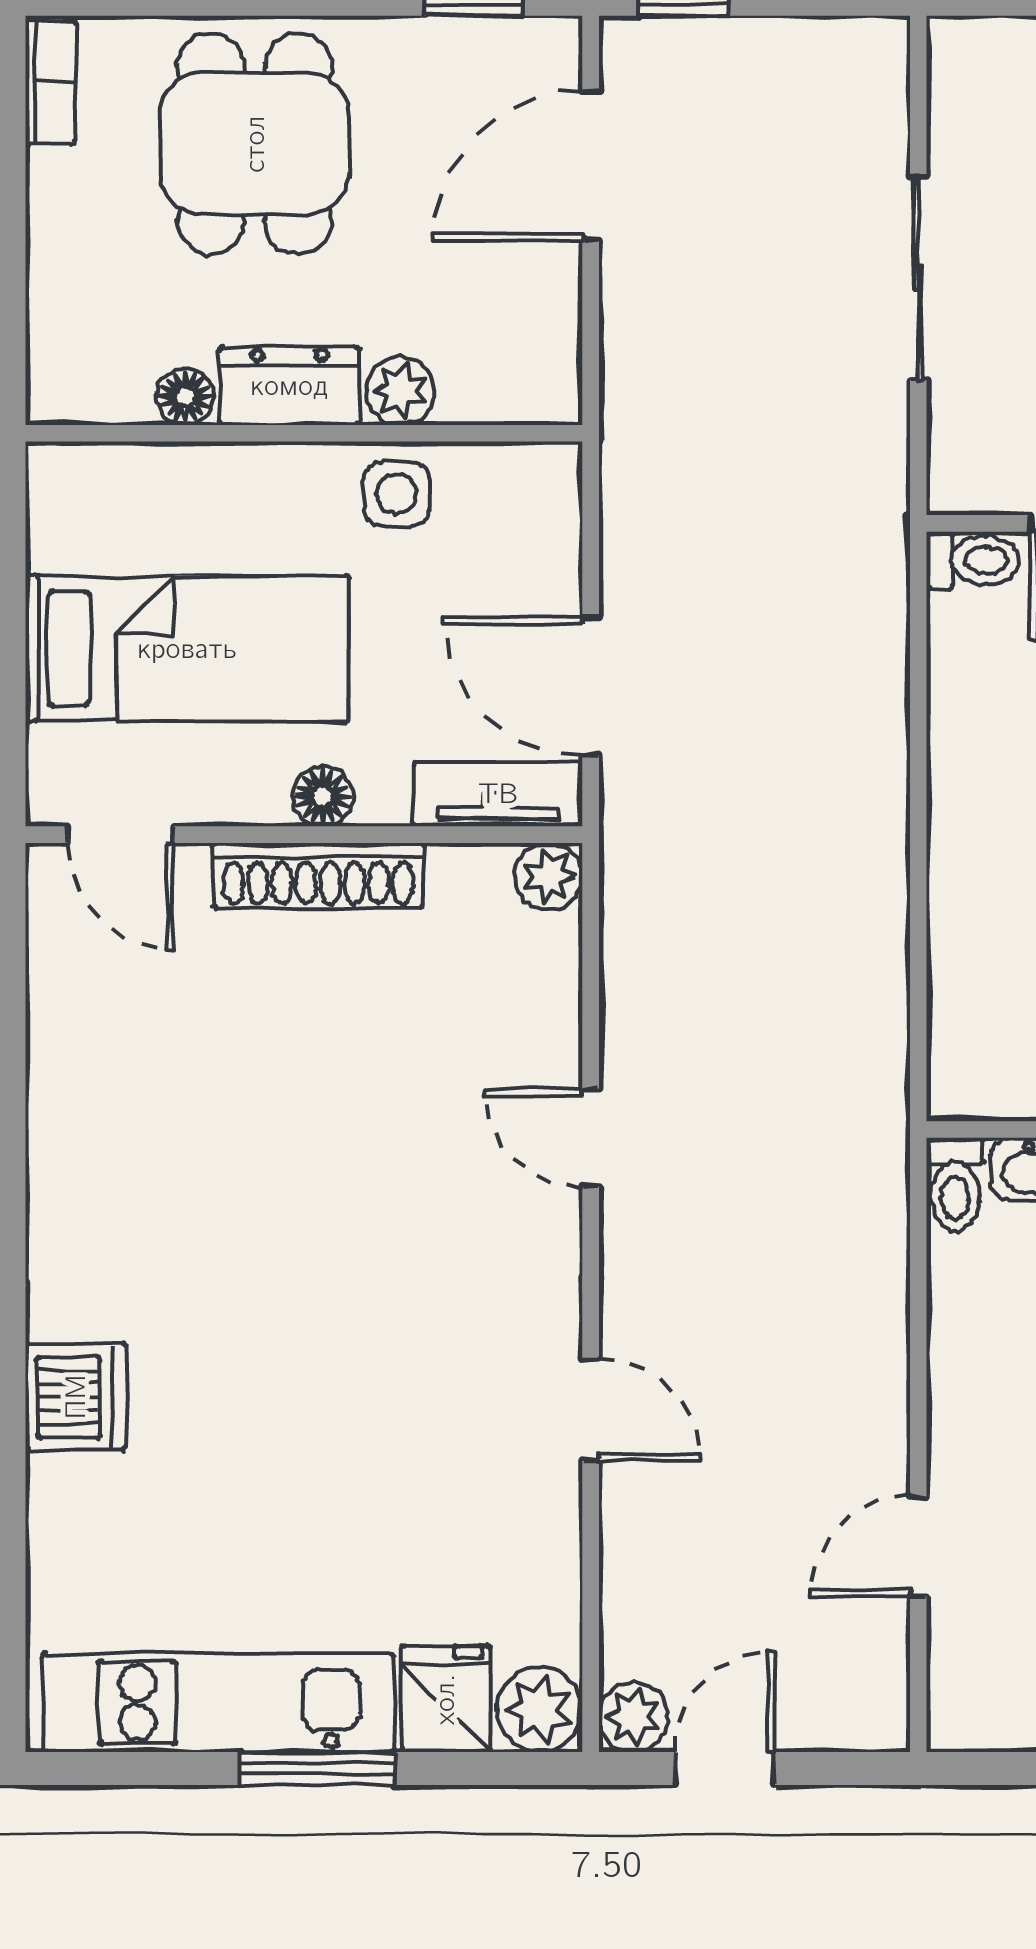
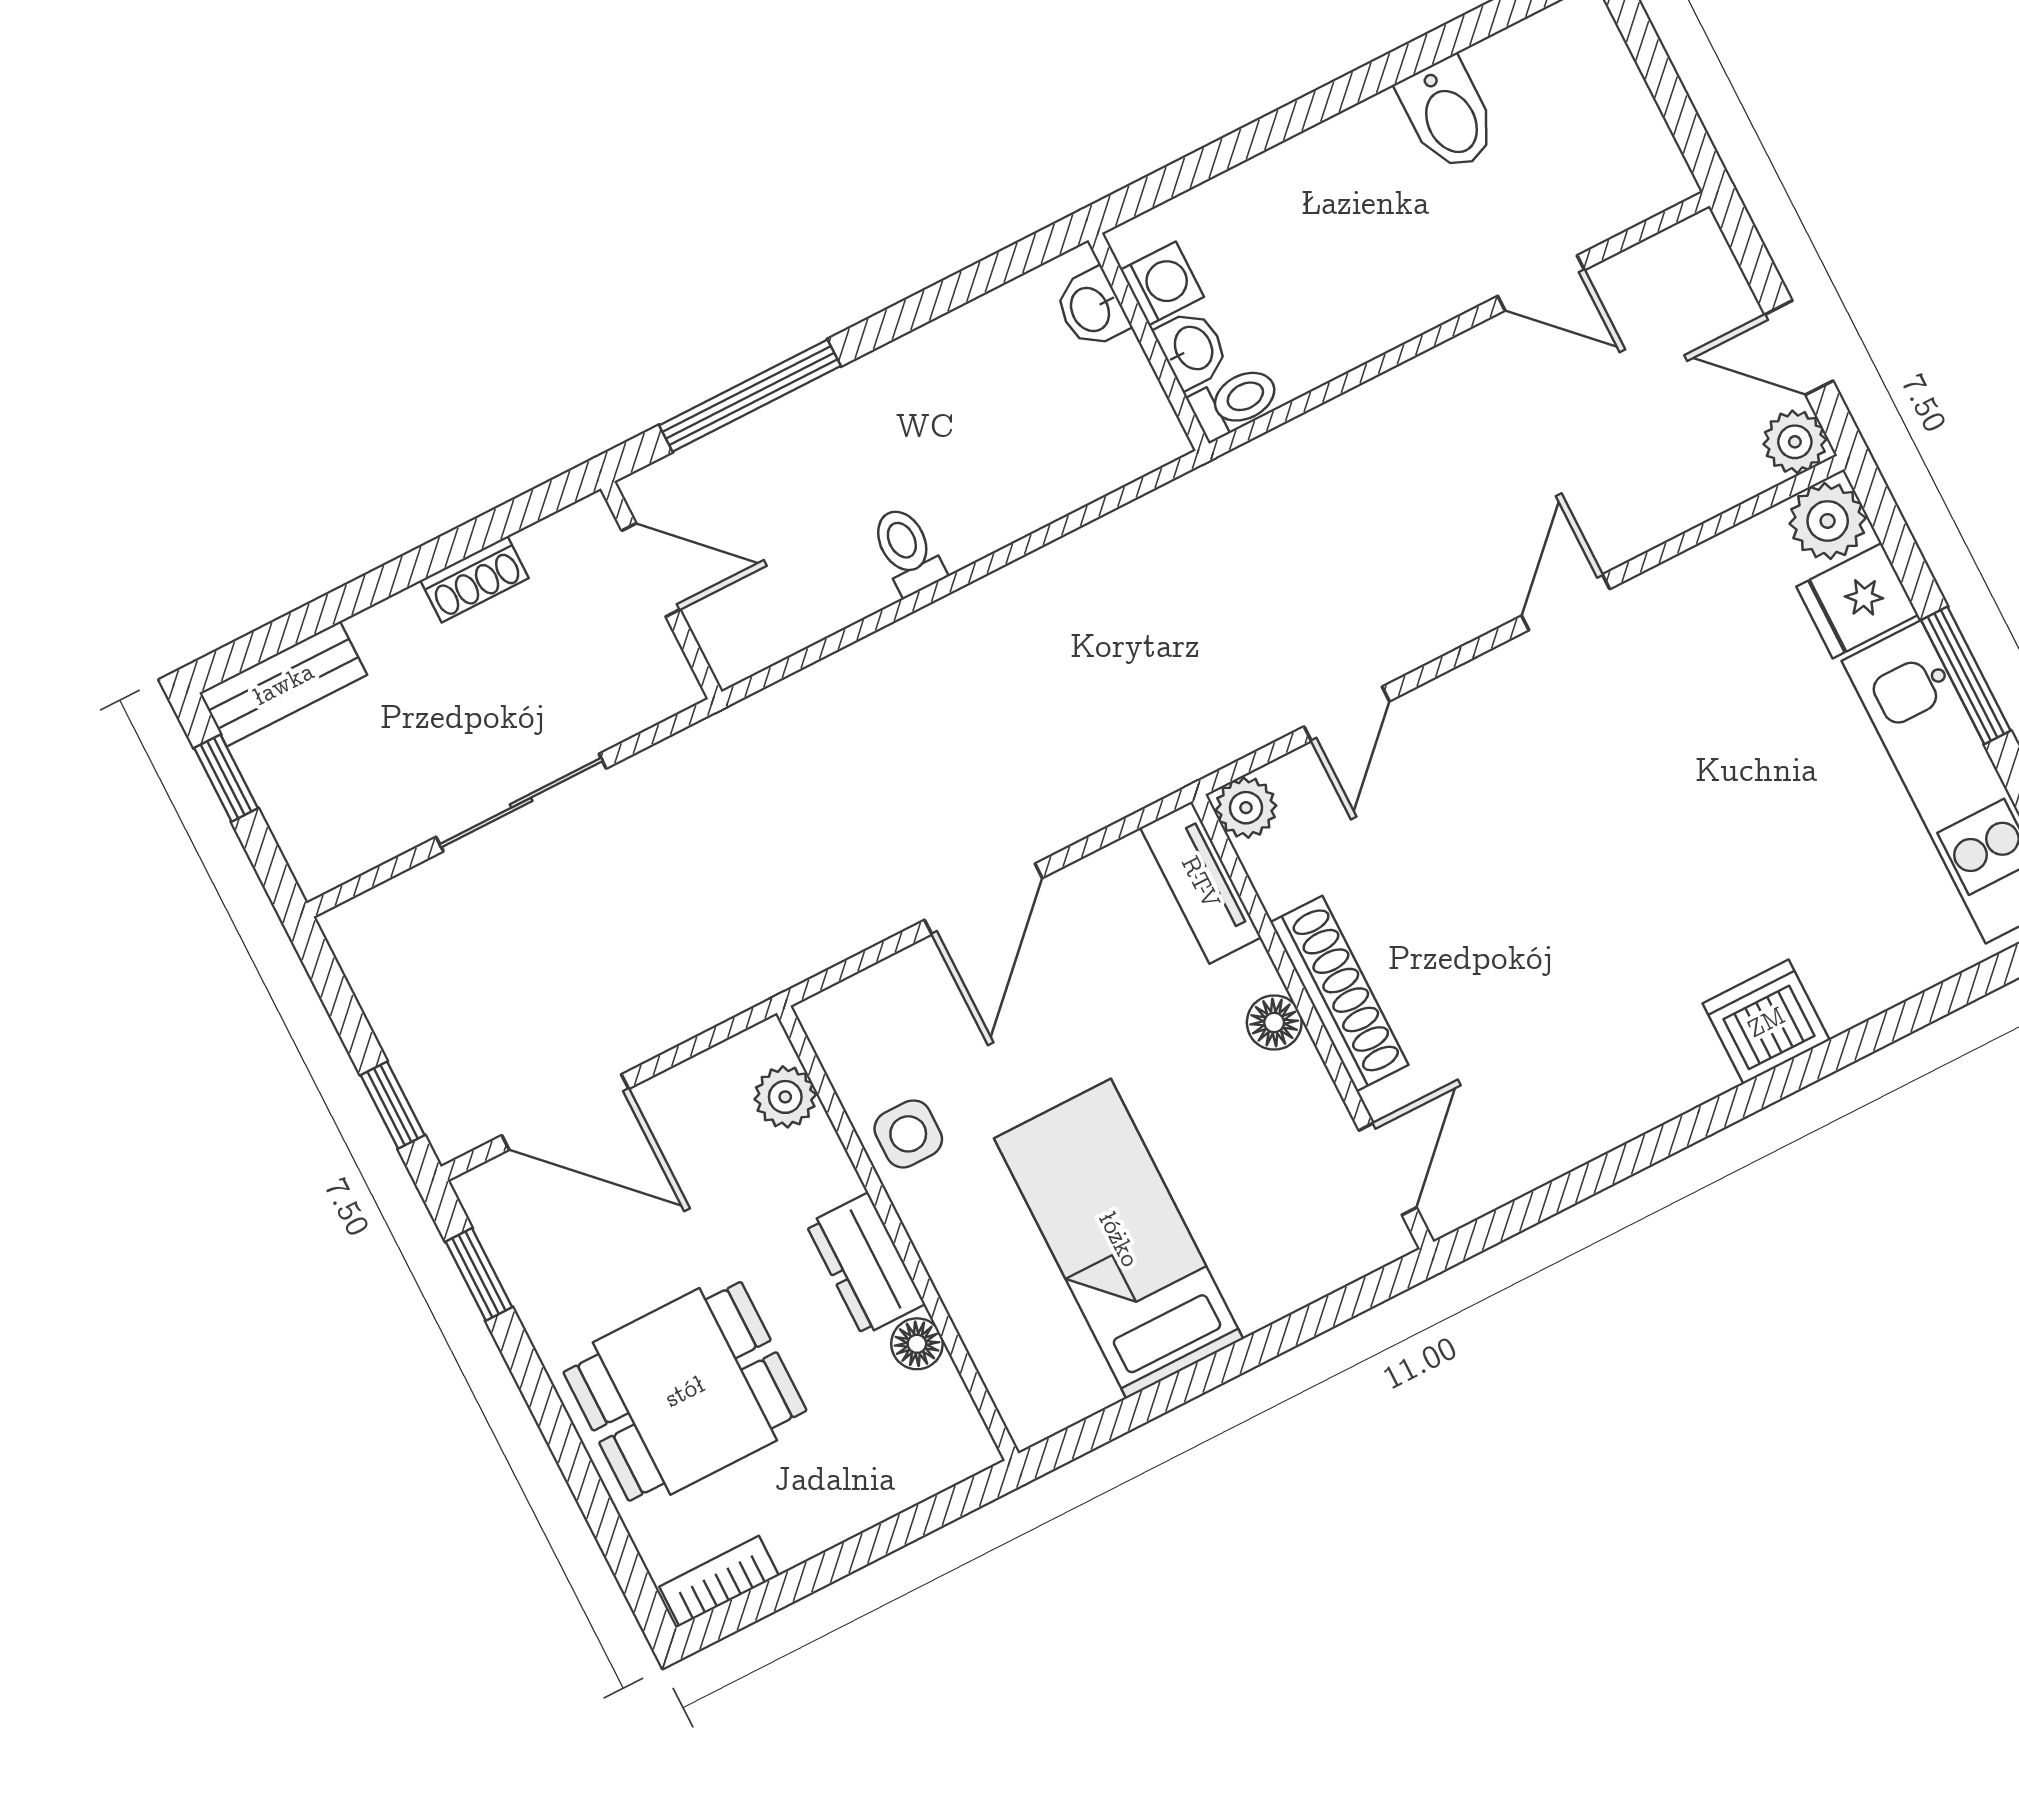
plant: (400, 391) -> (785, 1097), moved
toilet: (973, 560) -> (907, 551), moved
tv unit: (498, 794) -> (1201, 882), moved
floor lamp: (322, 796) -> (1274, 1022), moved
door: (121, 835) -> (1388, 1169), moved
wall: (304, 835) -> (1313, 1022), moved
shoe rack: (318, 875) -> (1339, 994), moved
plant: (549, 877) -> (1246, 808), moved

